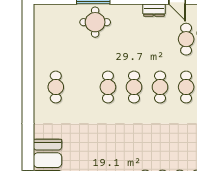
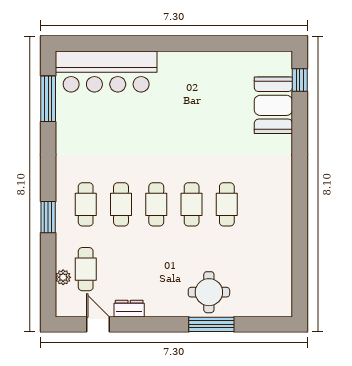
cafe table: (56, 87) -> (227, 204), moved

